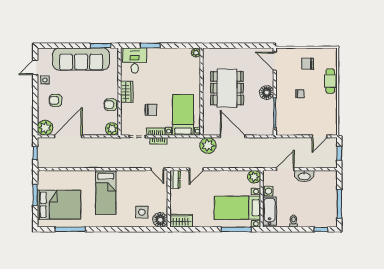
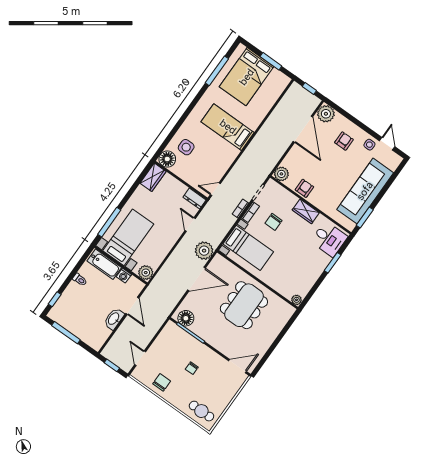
chair: (308, 64) -> (162, 382), moved
cafe table: (330, 81) -> (201, 411), moved
dining table: (227, 88) -> (244, 305), turned 90
floor lamp: (267, 93) -> (186, 318), moved

